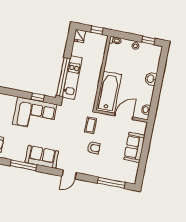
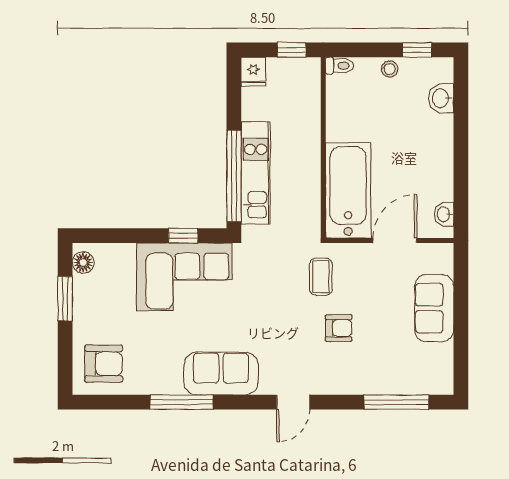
washbasin: (151, 79) -> (441, 98), moved

